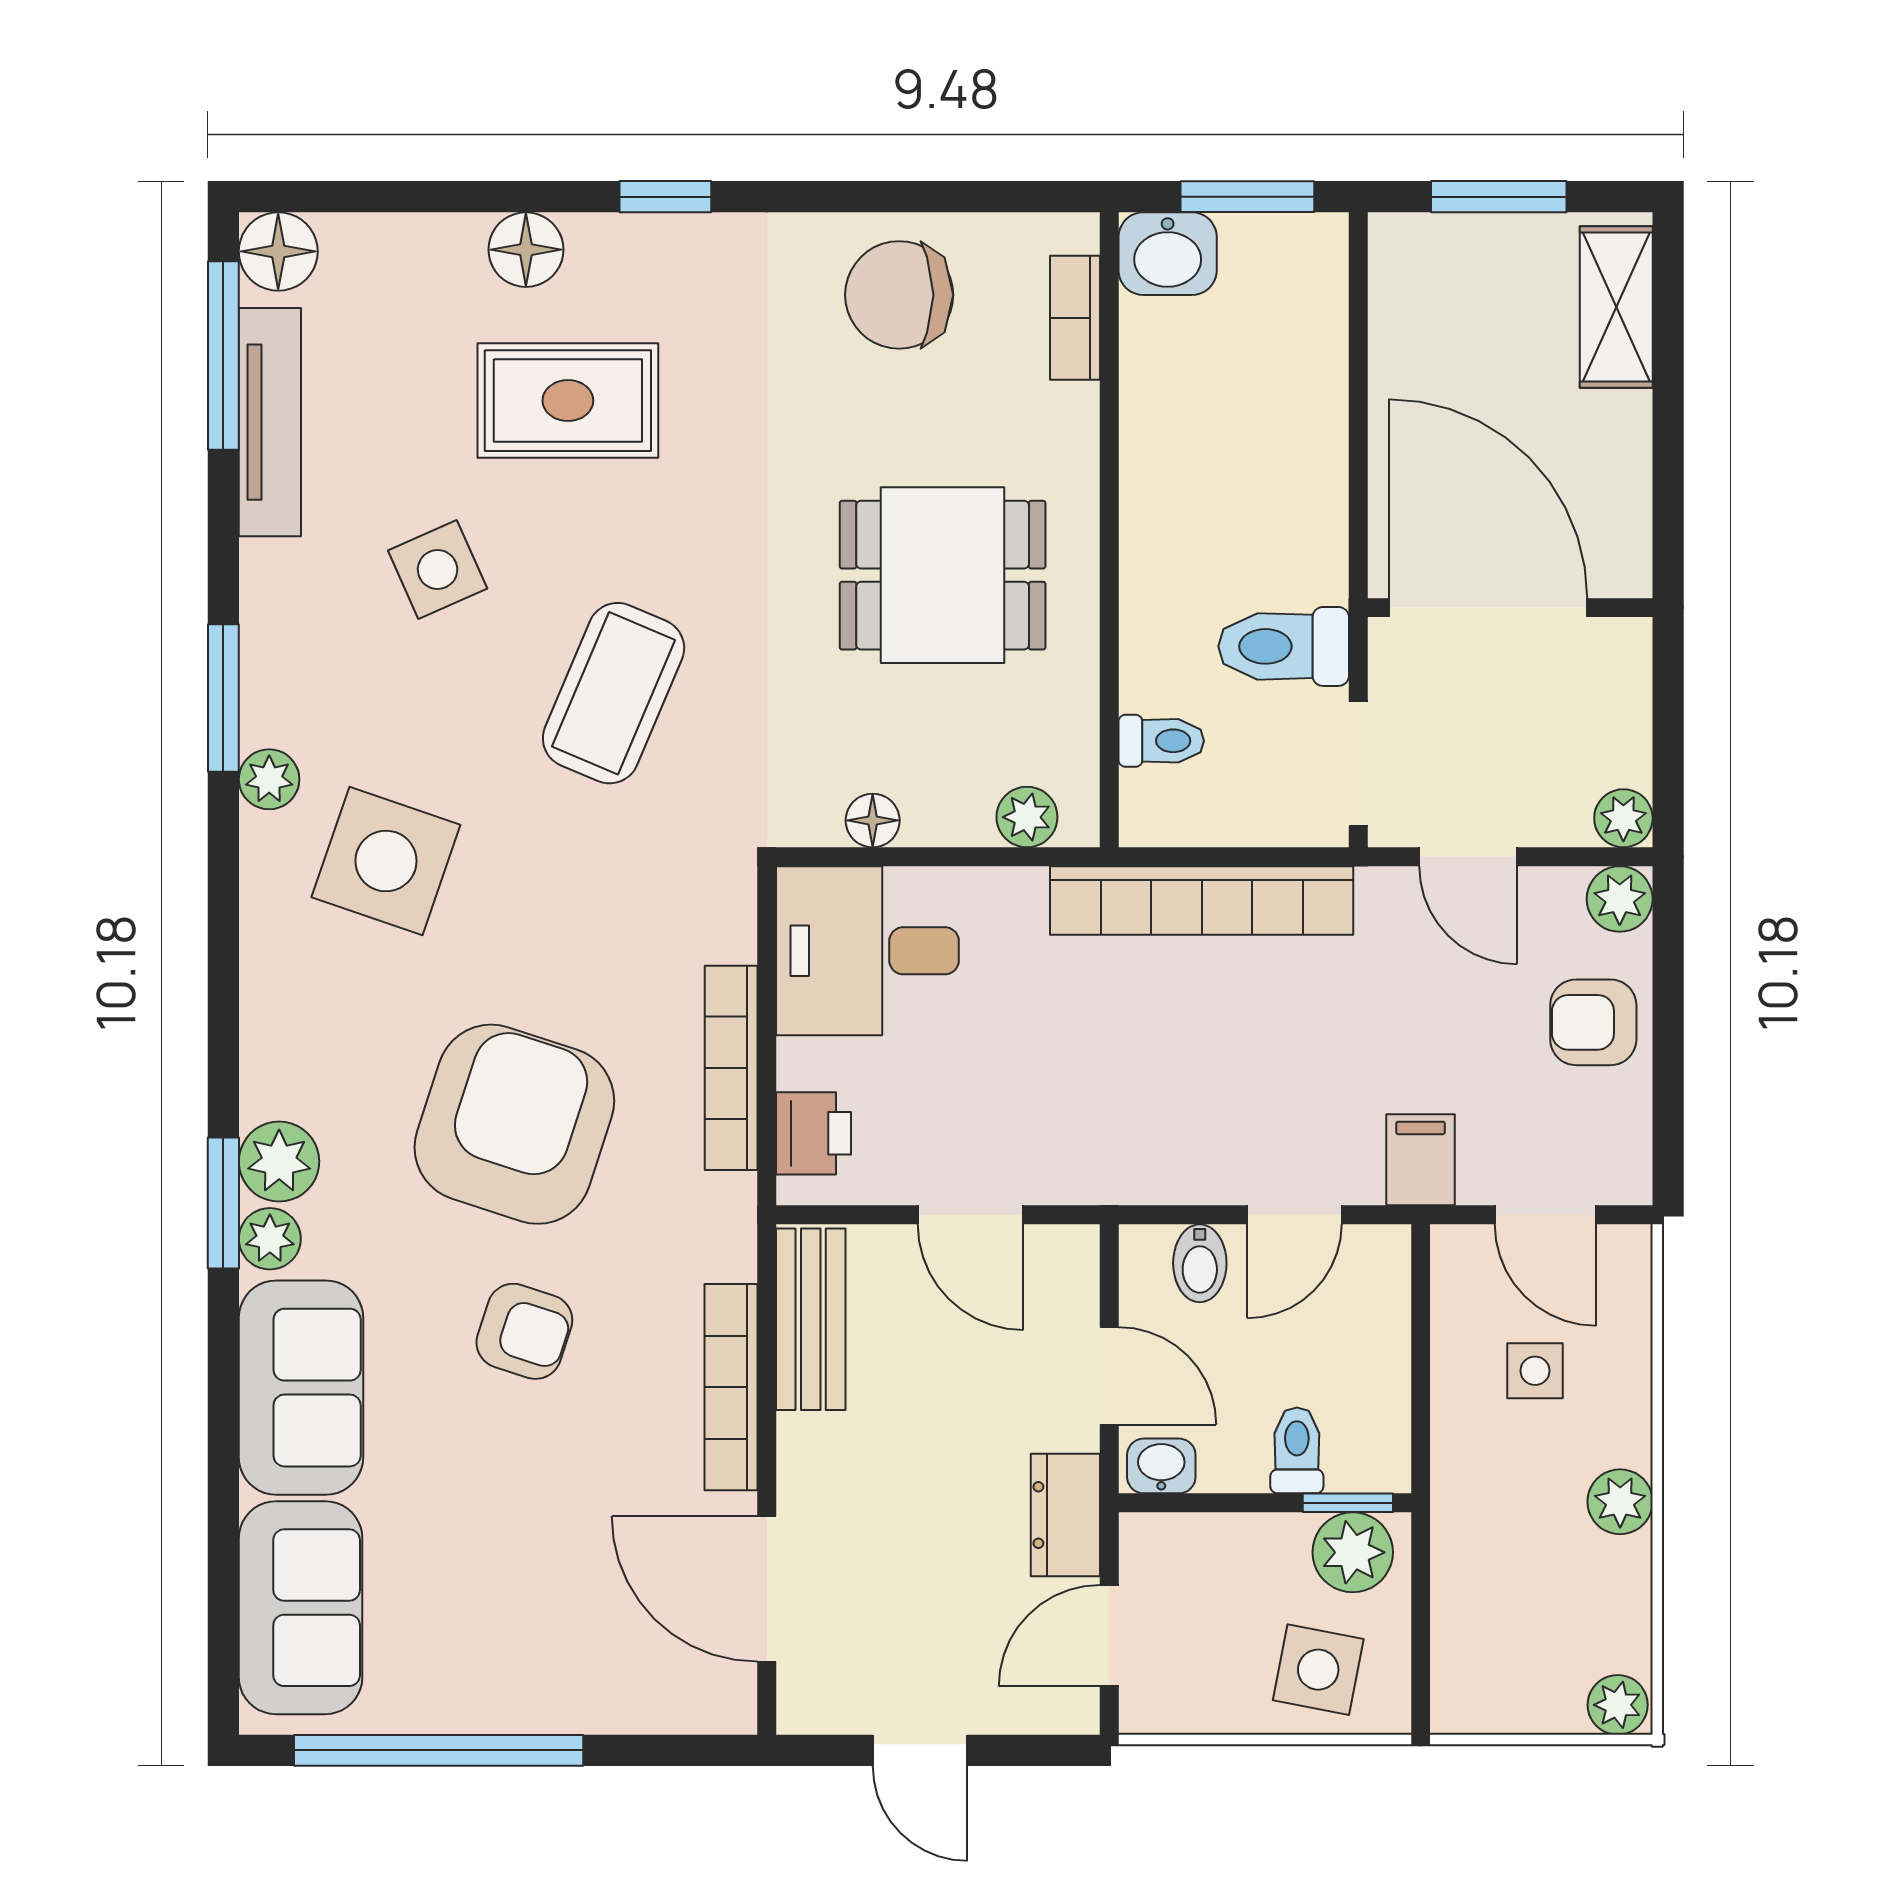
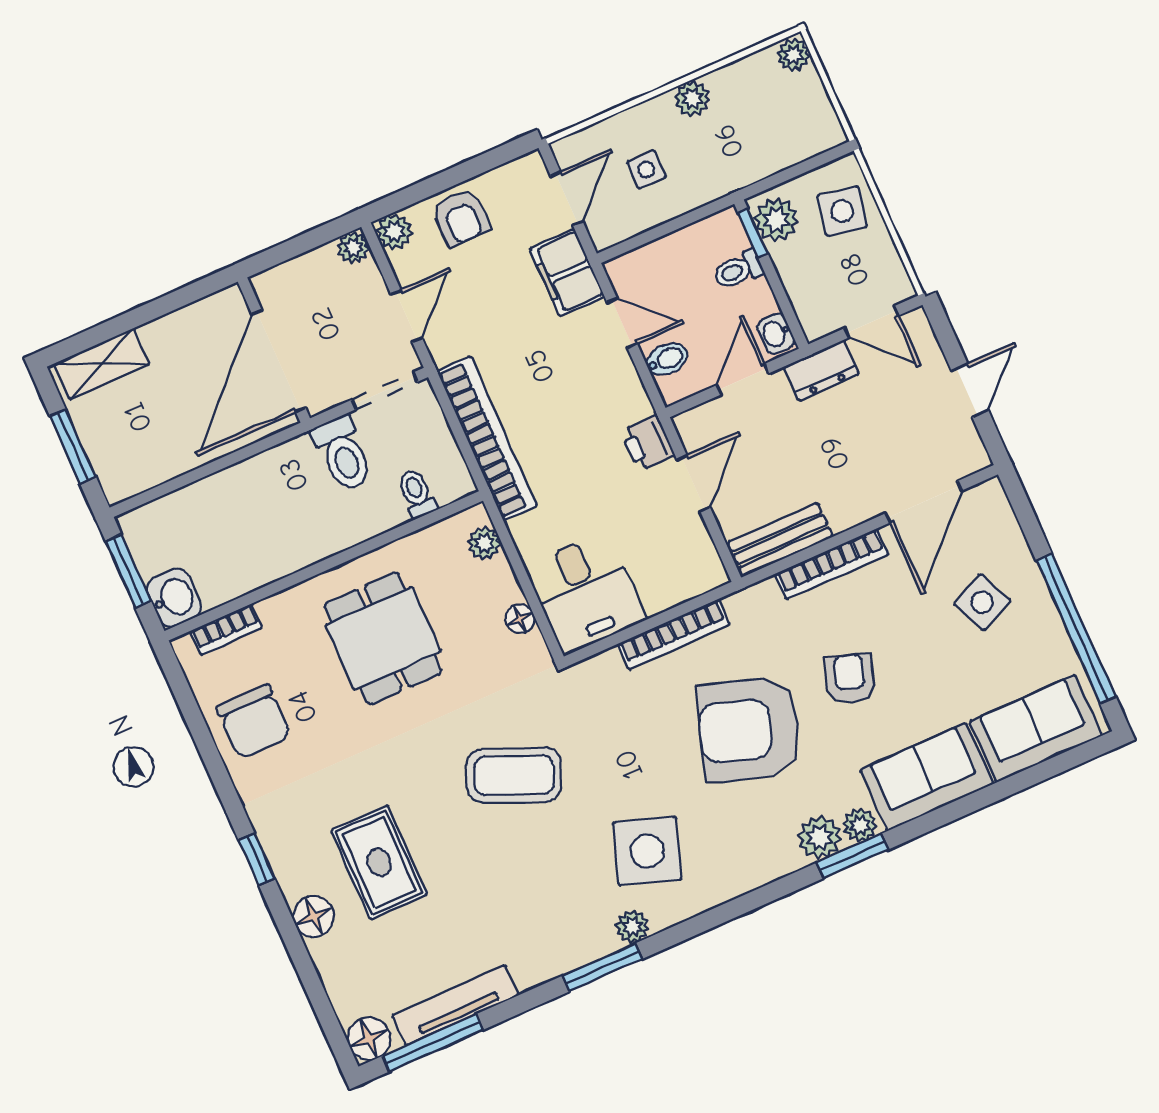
side table: (438, 570) -> (982, 602), moved
printer: (813, 1133) -> (648, 443), moved, turned -90
filing cabinet: (1421, 1160) -> (567, 273), width x2.00

